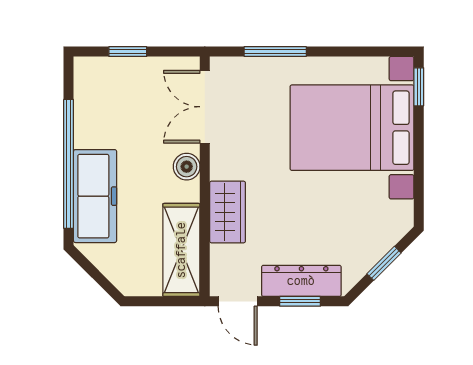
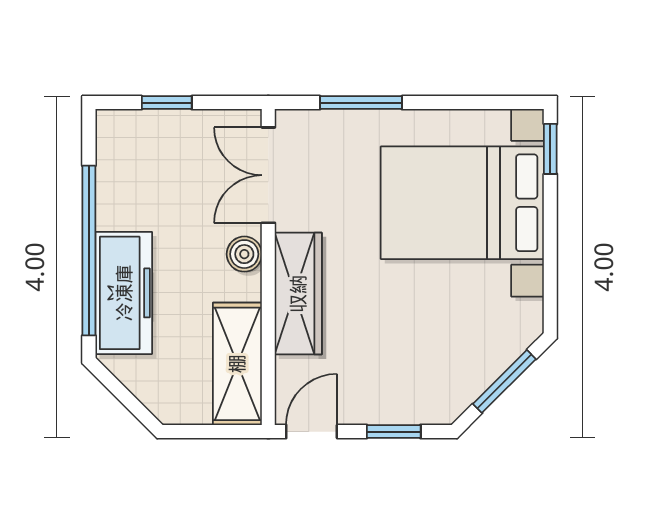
wardrobe: (228, 212) -> (298, 294), width x1.50
window: (384, 263) -> (504, 381), width x1.50
dresser: (301, 281) -> (396, 405), removed
door: (238, 301) -> (312, 432), swing flipped

